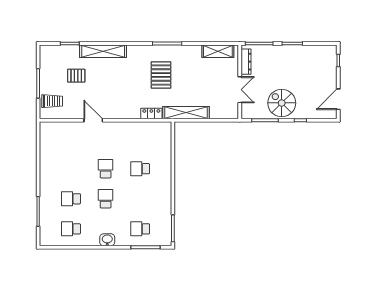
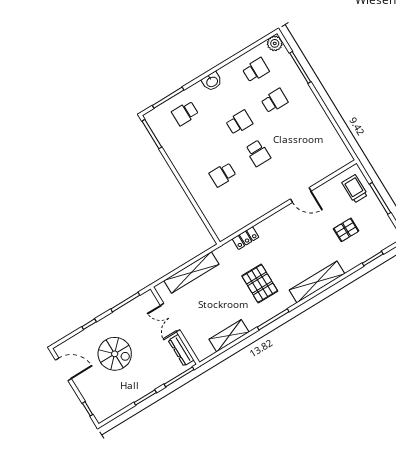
shelving: (103, 51) -> (317, 282), moved
shelving: (218, 51) -> (229, 336), moved
door: (338, 99) -> (63, 369), hinge flipped
trolley: (52, 101) -> (355, 189), turned 90
spiral stairs: (282, 103) -> (115, 354), moved
shelving: (186, 113) -> (191, 272), moved
school desk: (140, 169) -> (223, 175), turned 180
school desk: (106, 199) -> (239, 122), turned -90
school desk: (140, 229) -> (185, 113), turned 180
plant: (46, 240) -> (275, 43), added

